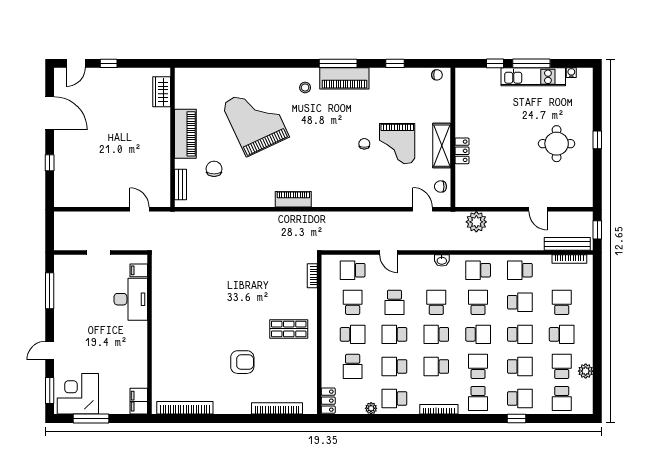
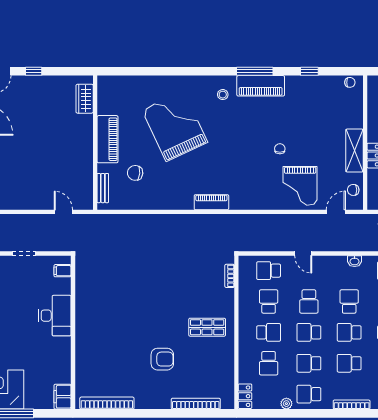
grand piano: (397, 144) -> (300, 186), moved
chair: (214, 169) -> (135, 173), turned -84
door: (423, 209) -> (336, 212), hinge flipped
desk: (131, 299) -> (55, 316), moved

